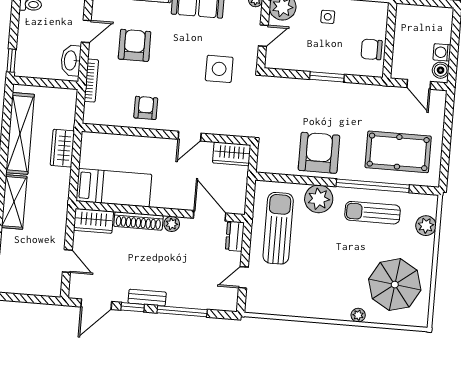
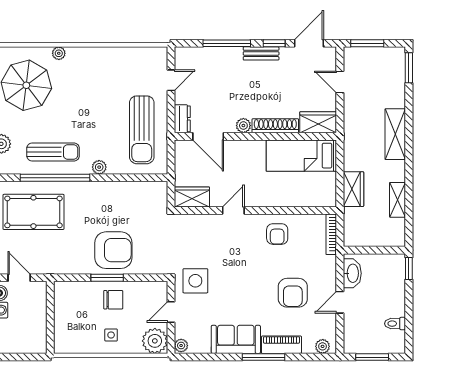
chair: (371, 49) -> (113, 300), moved
side table: (219, 69) -> (195, 281), moved
bookcase: (91, 81) -> (331, 234), moved
shelving: (20, 133) -> (398, 200), width x0.45, depth x0.75
armchair: (319, 153) -> (113, 250), moved, turned -90
plant: (319, 199) -> (99, 167), width x0.53, depth x0.53
window: (35, 299) -> (367, 43), added

